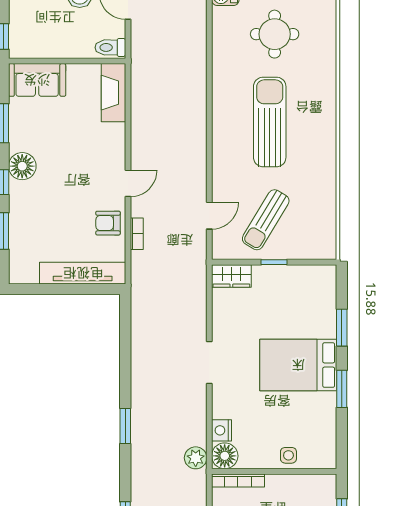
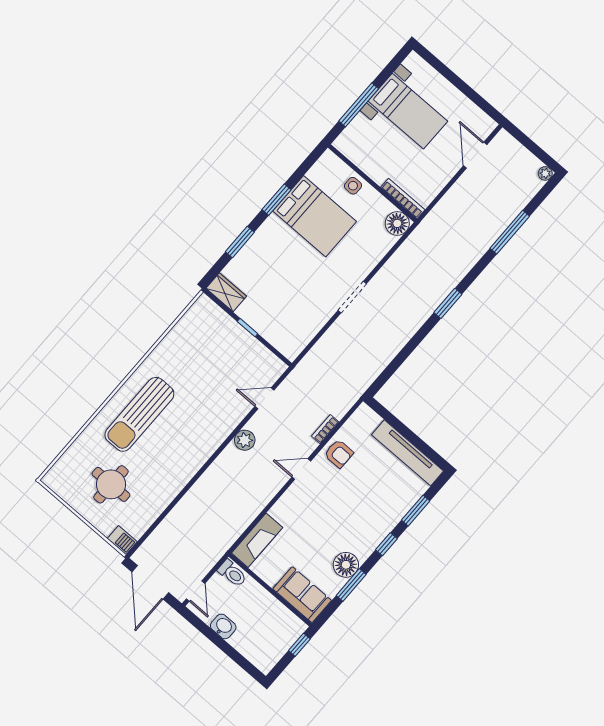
sun lounger: (270, 122) -> (139, 414), moved
floor lamp: (22, 166) -> (346, 565), moved
sun lounger: (266, 220) -> (228, 362), removed
tv unit: (83, 273) -> (408, 453), moved
wardrobe: (231, 276) -> (226, 292), moved
bed: (298, 365) -> (315, 216), moved
nightstand: (222, 430) -> (384, 243), removed
plant: (196, 458) -> (245, 440), moved

